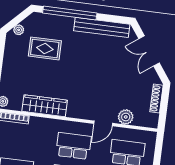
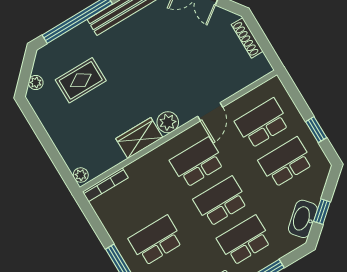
wardrobe: (45, 106) -> (139, 138), width x0.67
plant: (126, 117) -> (168, 122), moved

